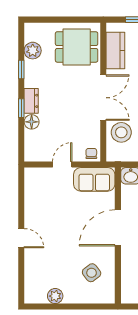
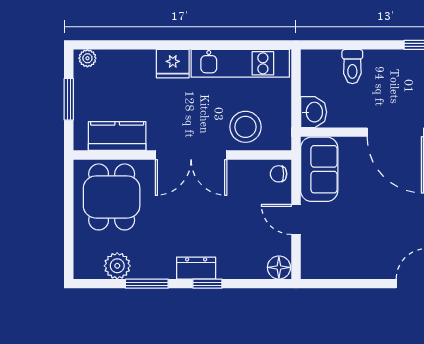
window: (21, 69) -> (147, 284), width x1.50
double door: (103, 98) -> (191, 155), swing flipped
floor lamp: (32, 122) -> (279, 267), moved

